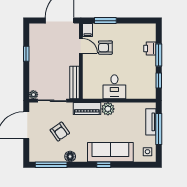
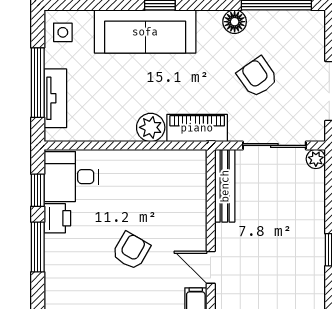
armchair: (105, 48) -> (131, 251), moved, turned -60
printer: (150, 48) -> (57, 218), moved
desk: (114, 87) -> (71, 177), moved, turned -90

